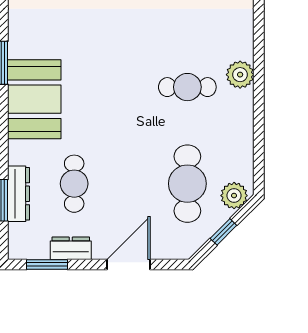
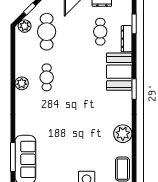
cafe table: (187, 87) -> (47, 77), turned 90
dresser: (19, 194) -> (127, 39), moved

